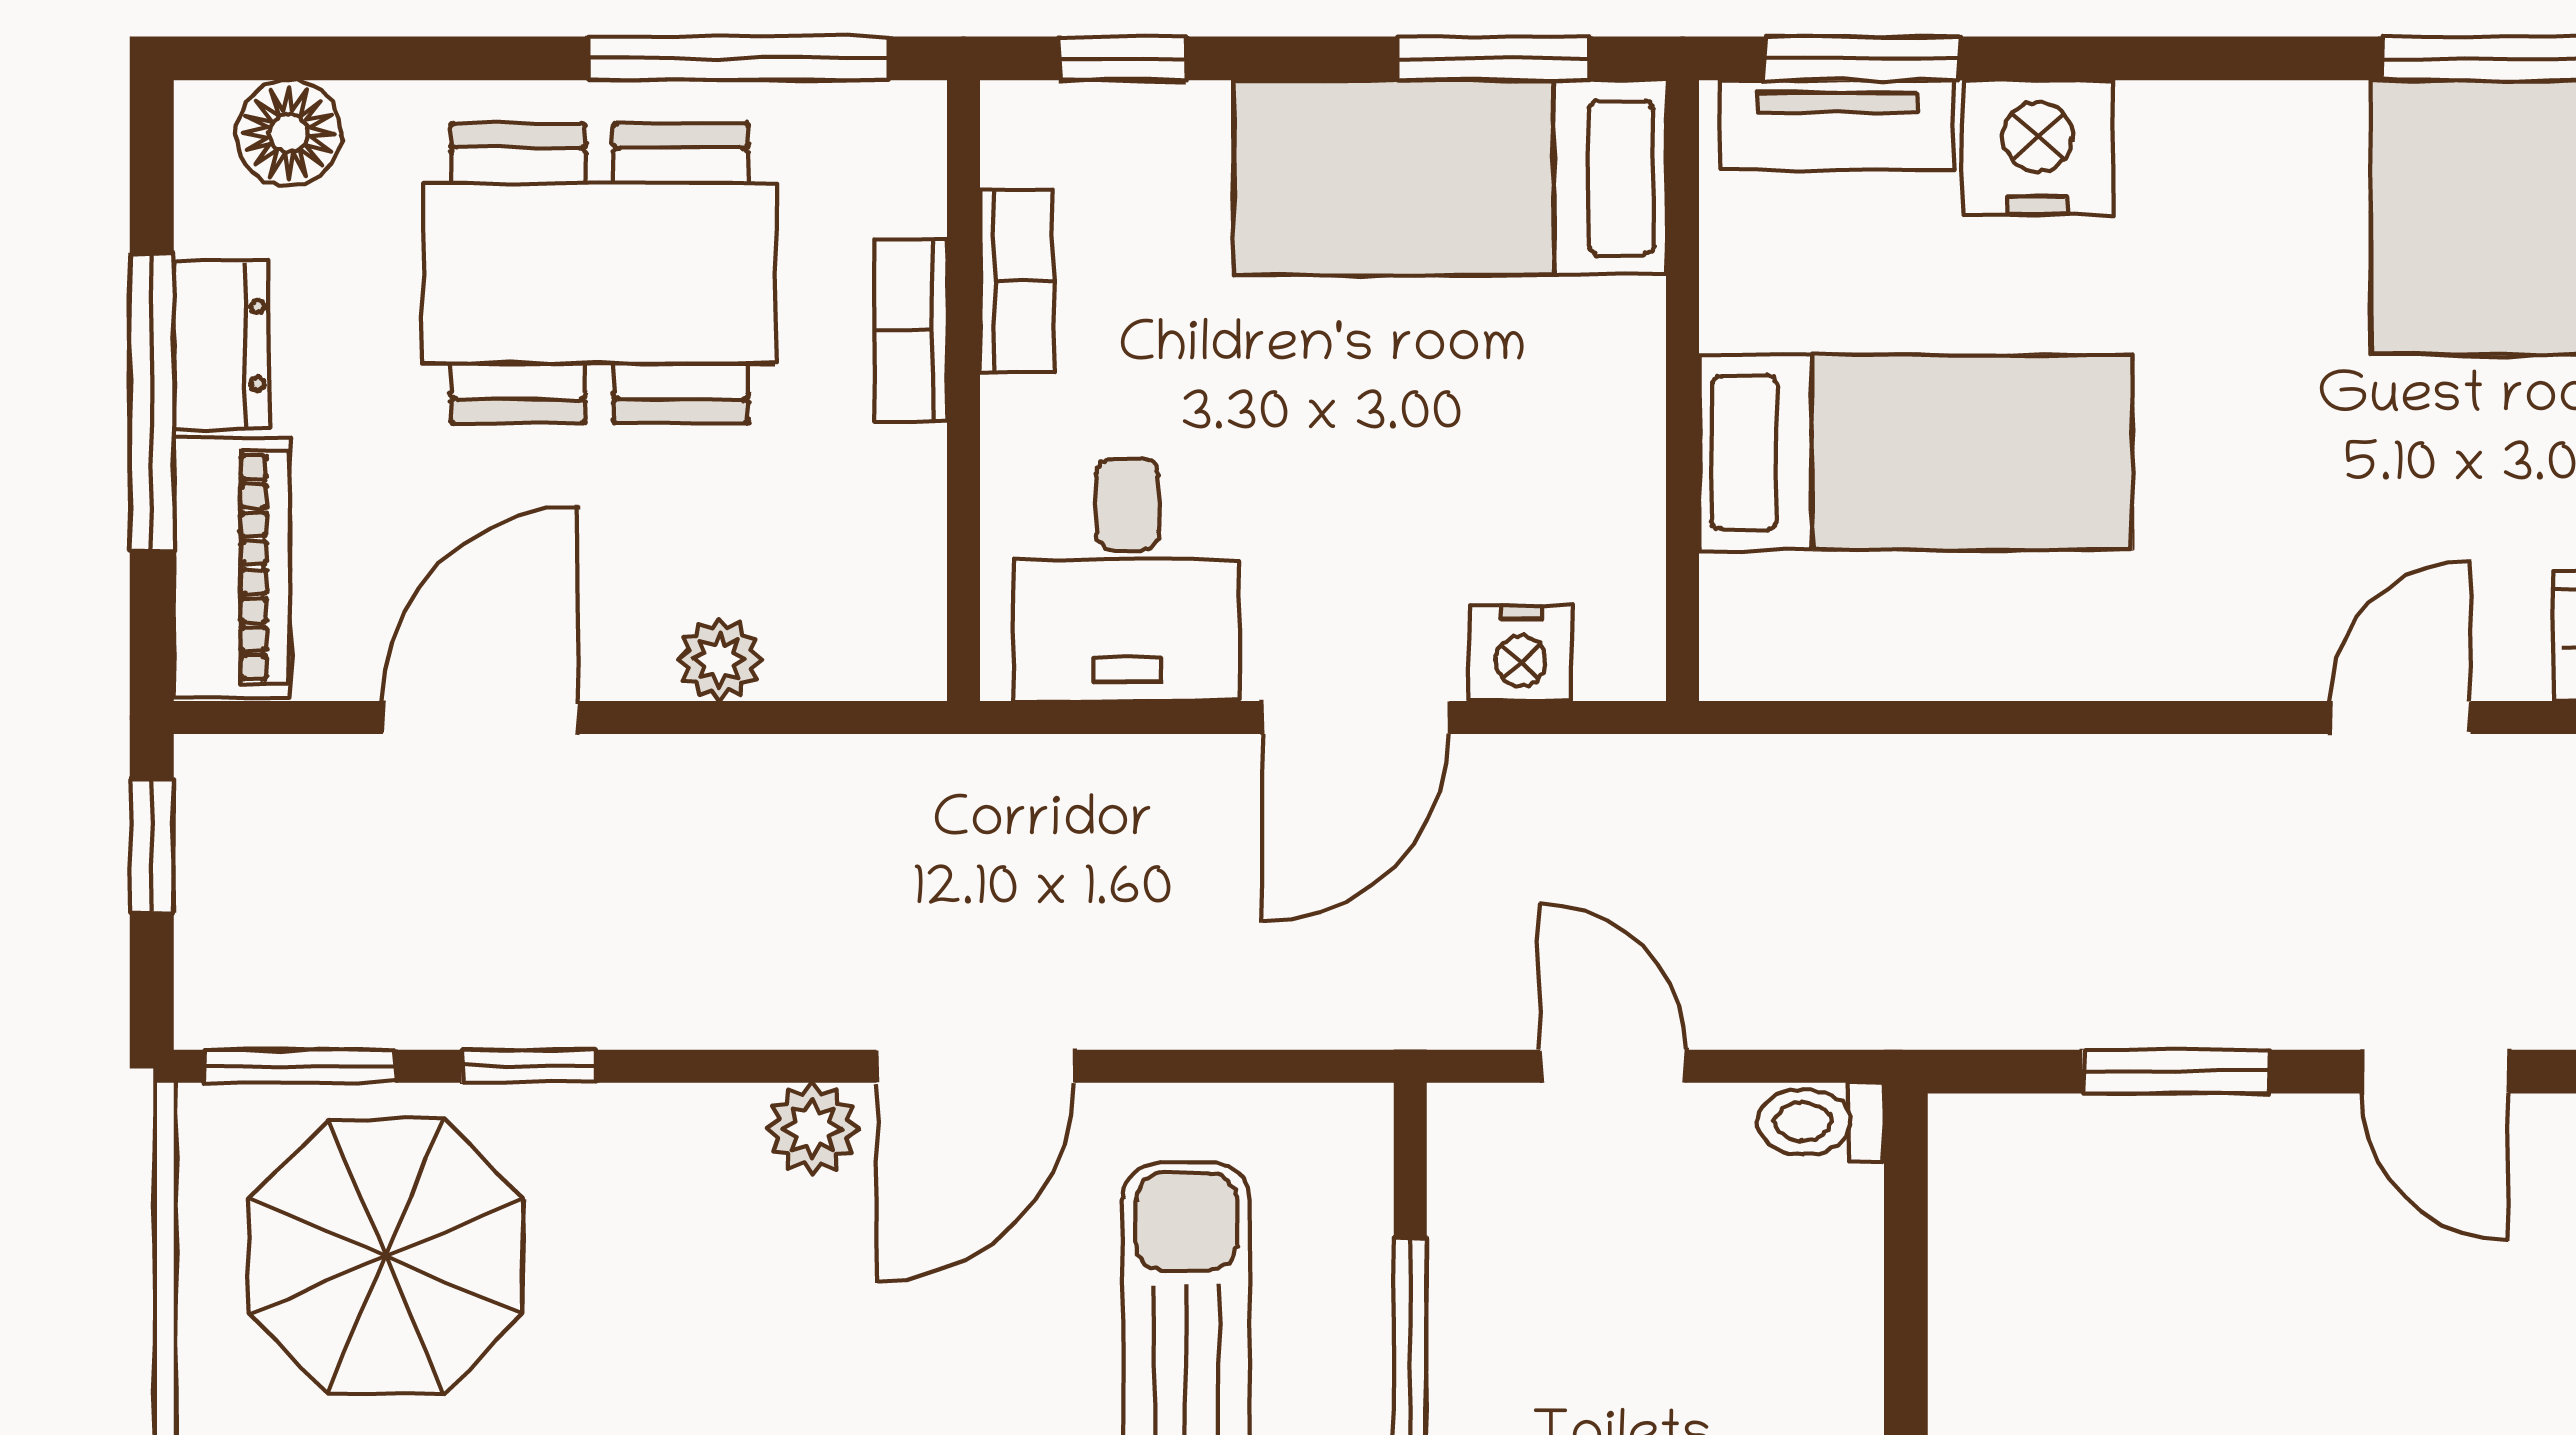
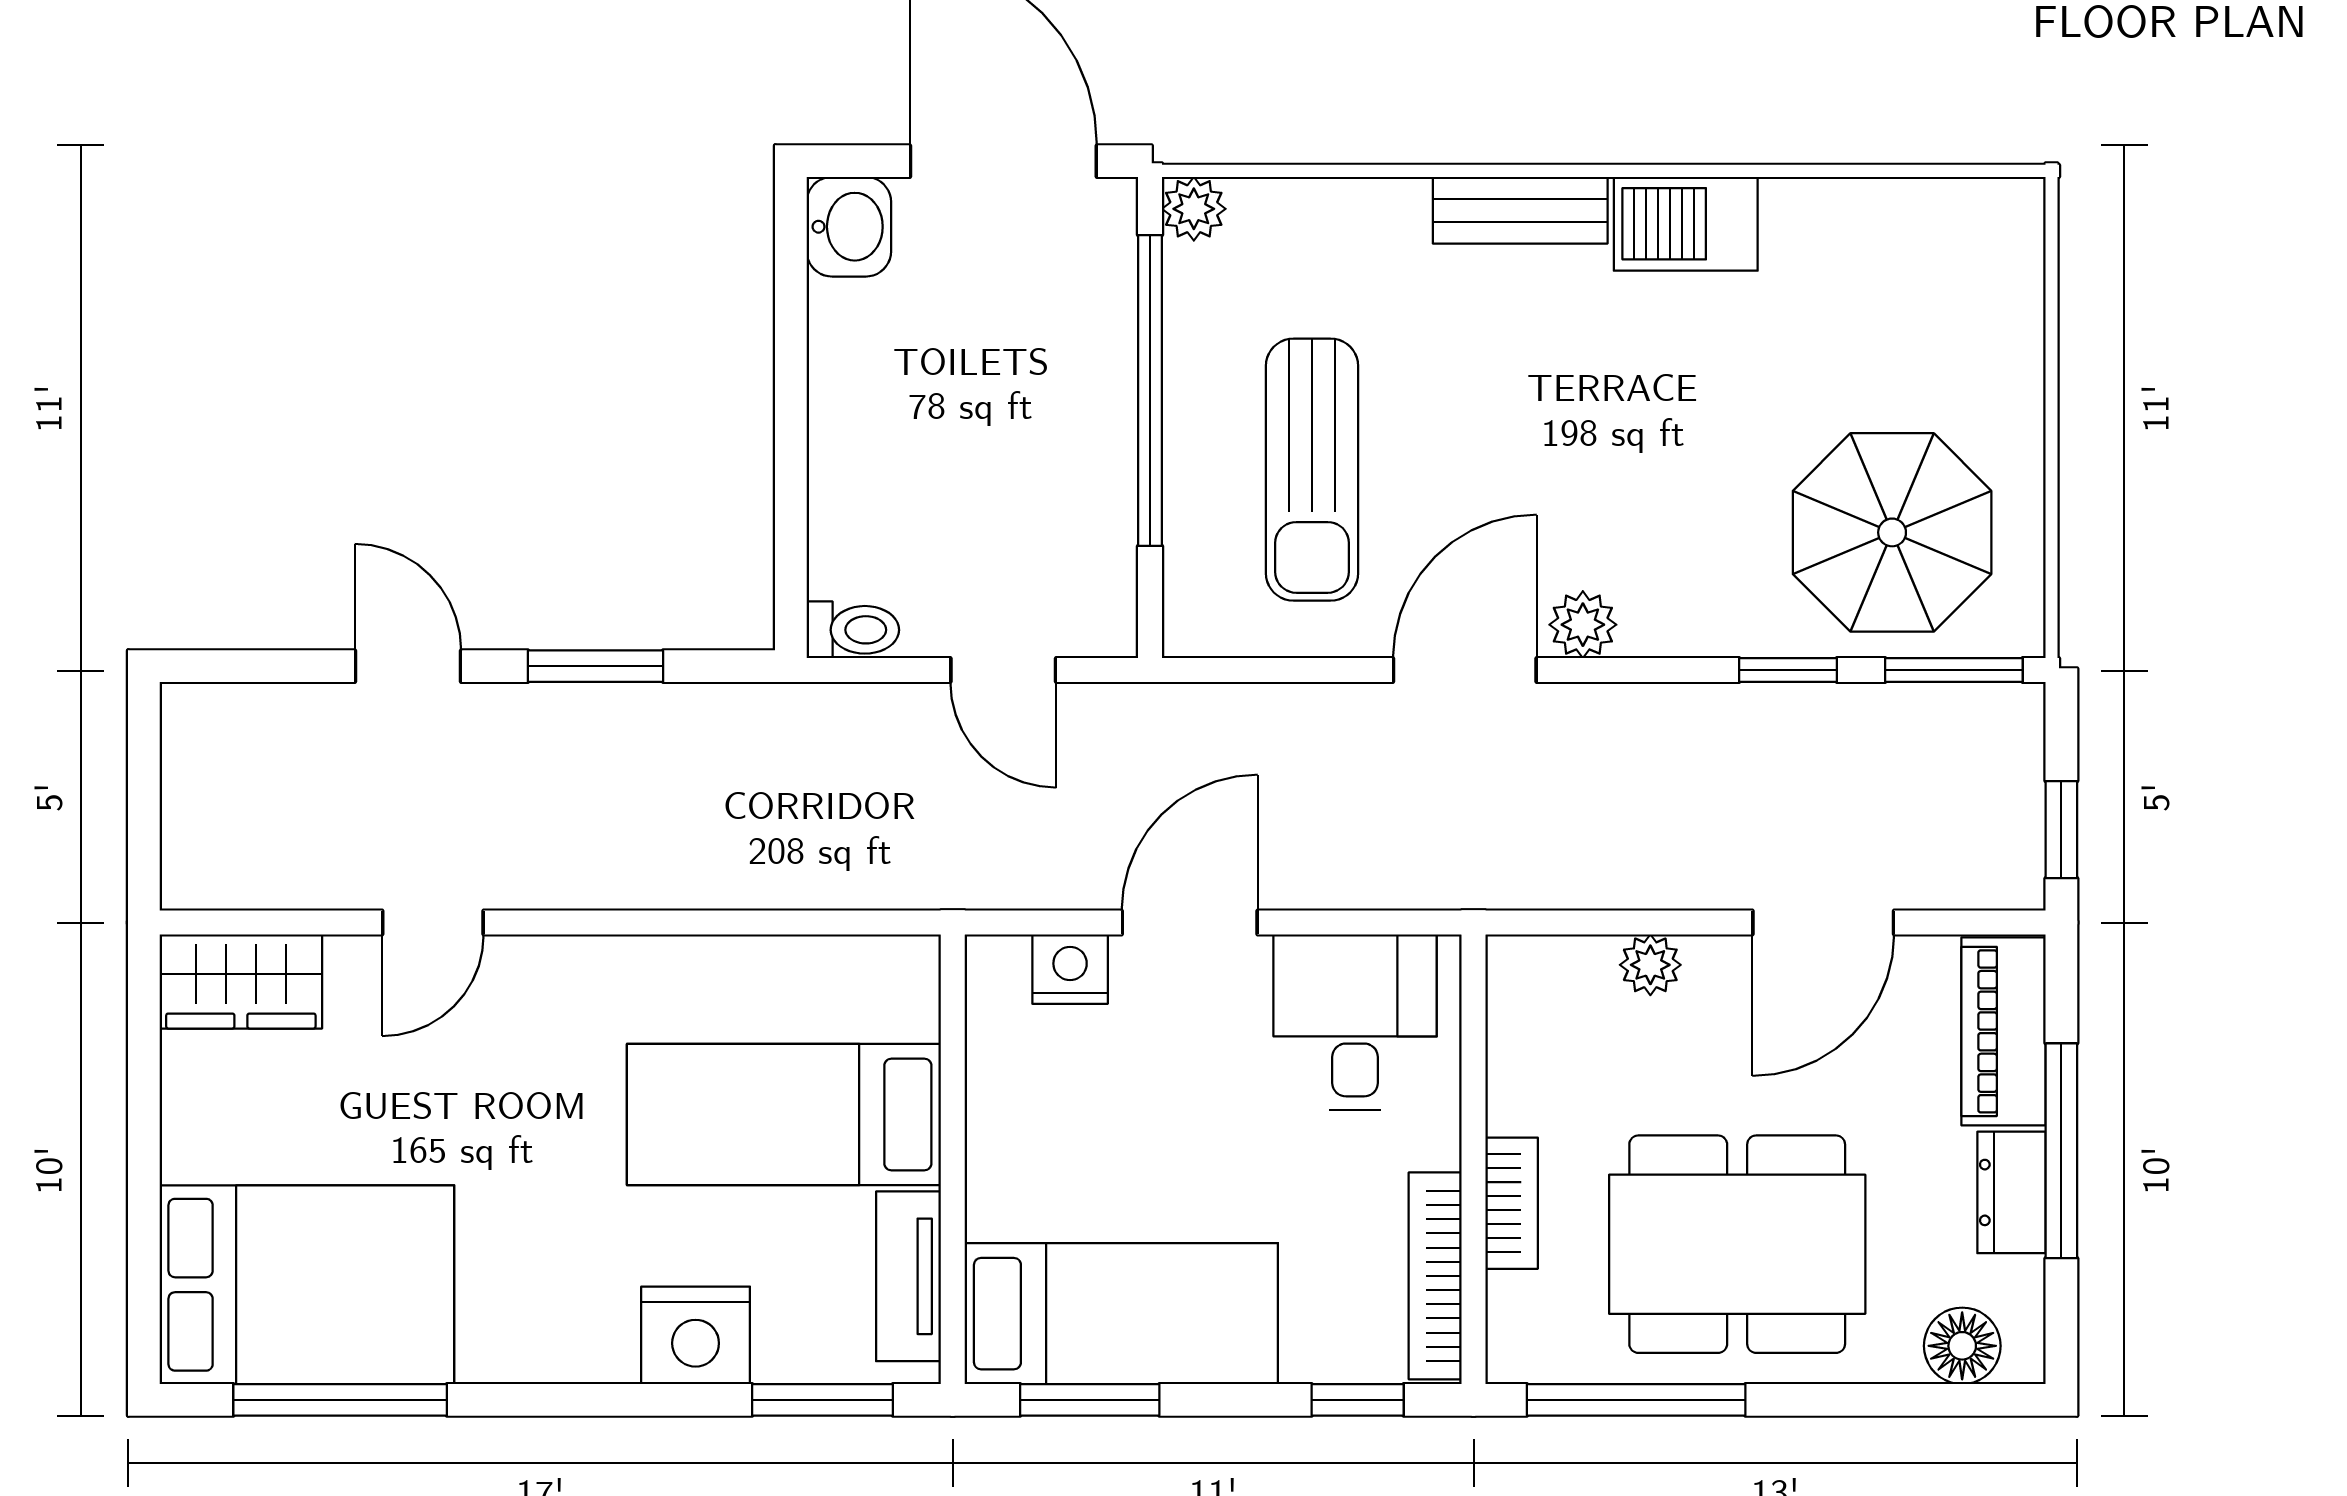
tv unit: (1837, 125) -> (908, 1276), moved, turned -90
bookcase: (1016, 281) -> (1435, 1276), width x1.56

